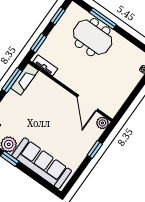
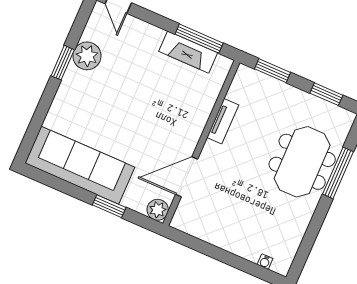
tv unit: (45, 65) -> (223, 121), moved
fireplace: (24, 79) -> (188, 52), moved
sofa: (42, 163) -> (80, 165), moved, turned -90

